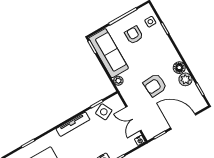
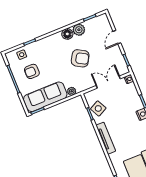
armchair: (155, 85) -> (80, 58), turned -56
double door: (134, 119) -> (108, 82), swing flipped
door: (183, 121) -> (117, 37), width x0.53

